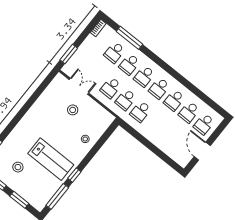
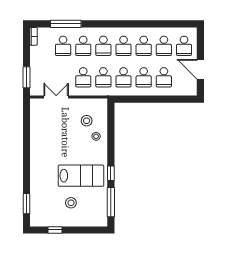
stool: (73, 110) -> (87, 121), moved
school desk: (155, 124) -> (144, 77), added
school desk: (170, 135) -> (164, 77), added
stool: (18, 167) -> (71, 203), moved
window: (19, 200) -> (82, 230), removed

